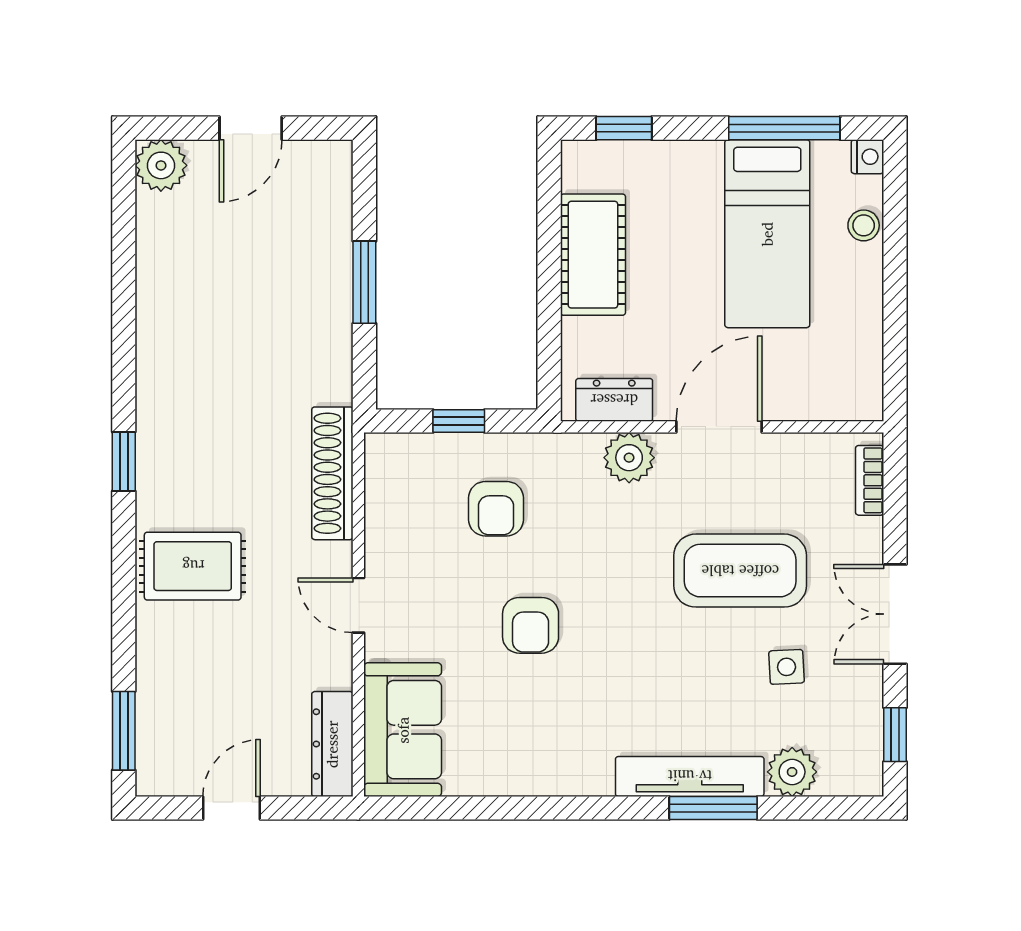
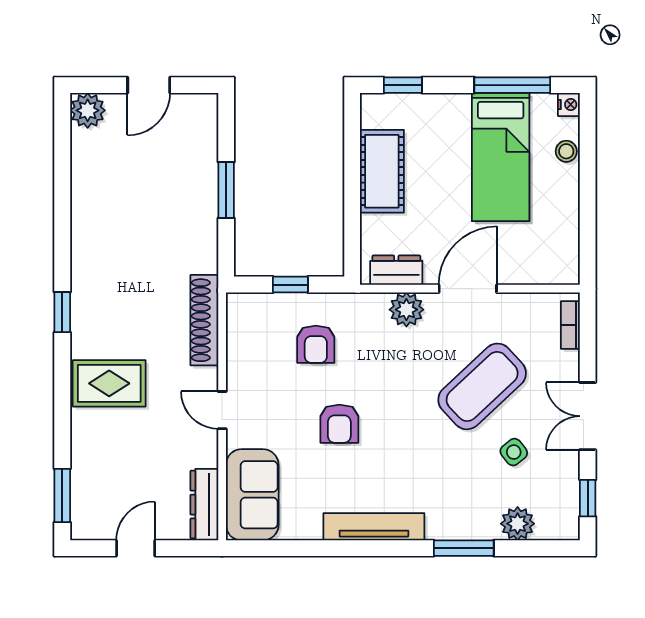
coffee table: (740, 571) -> (482, 386), turned -43
side table: (787, 667) -> (514, 452), turned -36
tv unit: (690, 776) -> (374, 527), moved

